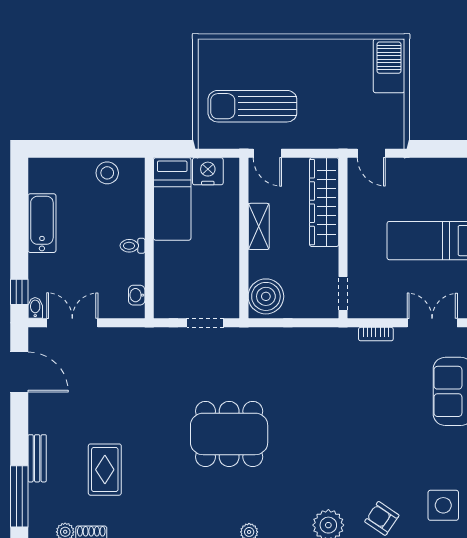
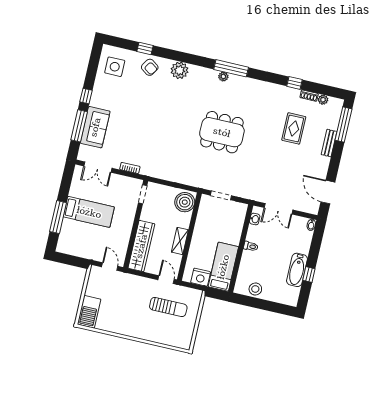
sun lounger: (252, 106) -> (168, 307), width x0.73, depth x0.75
window: (19, 292) -> (309, 274), moved
double door: (72, 323) -> (279, 209), moved

